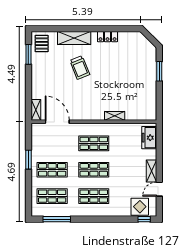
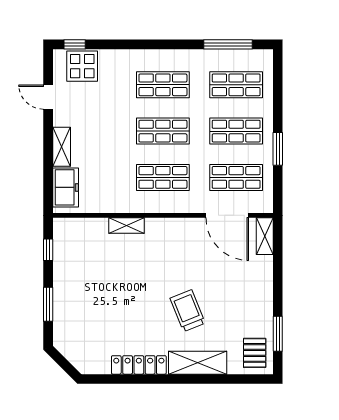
locker: (108, 37) -> (139, 365), width x1.53
window: (159, 102) -> (48, 250), added
shop shelf: (52, 143) -> (236, 177), added
shelving: (151, 171) -> (62, 147), moved
door: (159, 189) -> (48, 97), swing flipped

